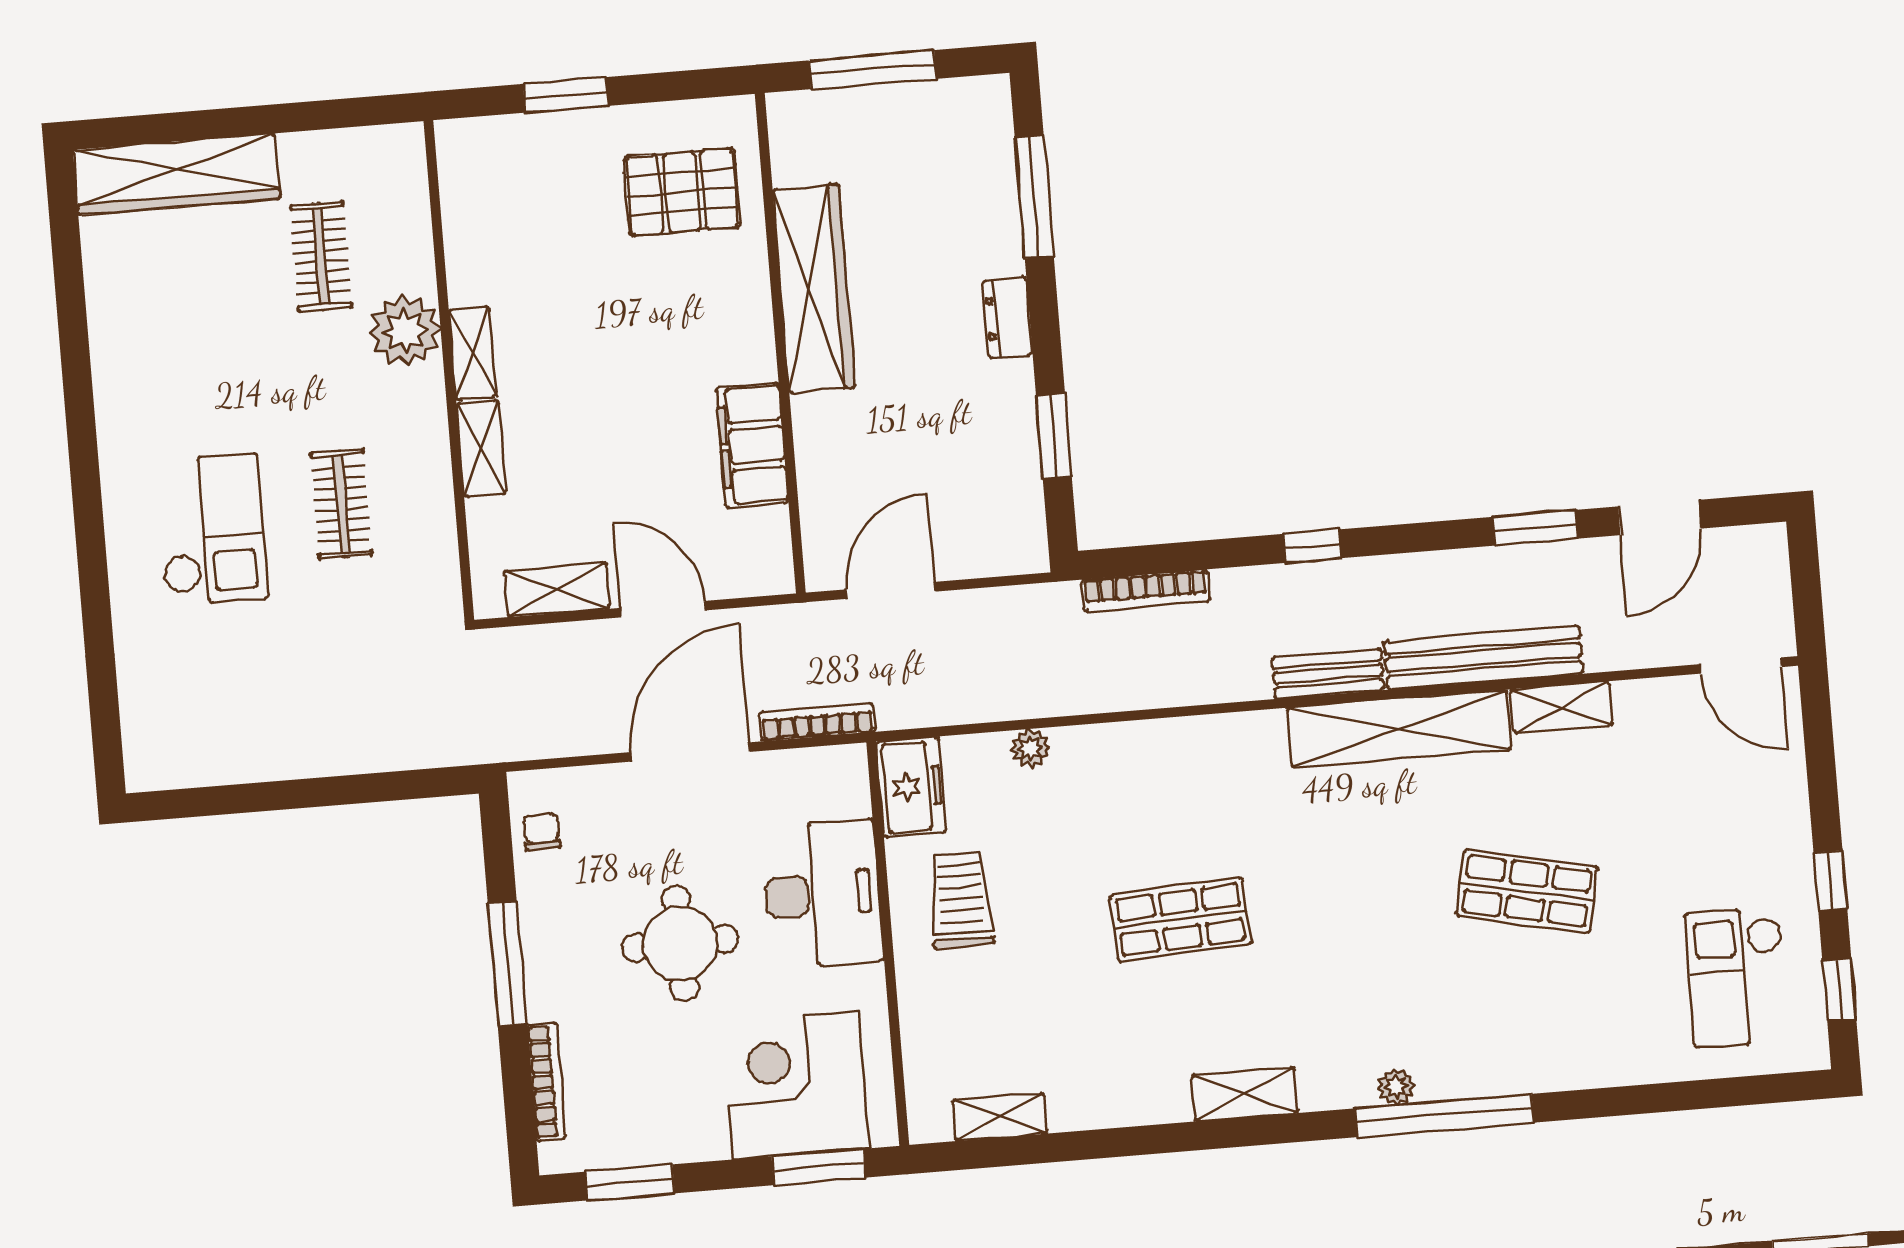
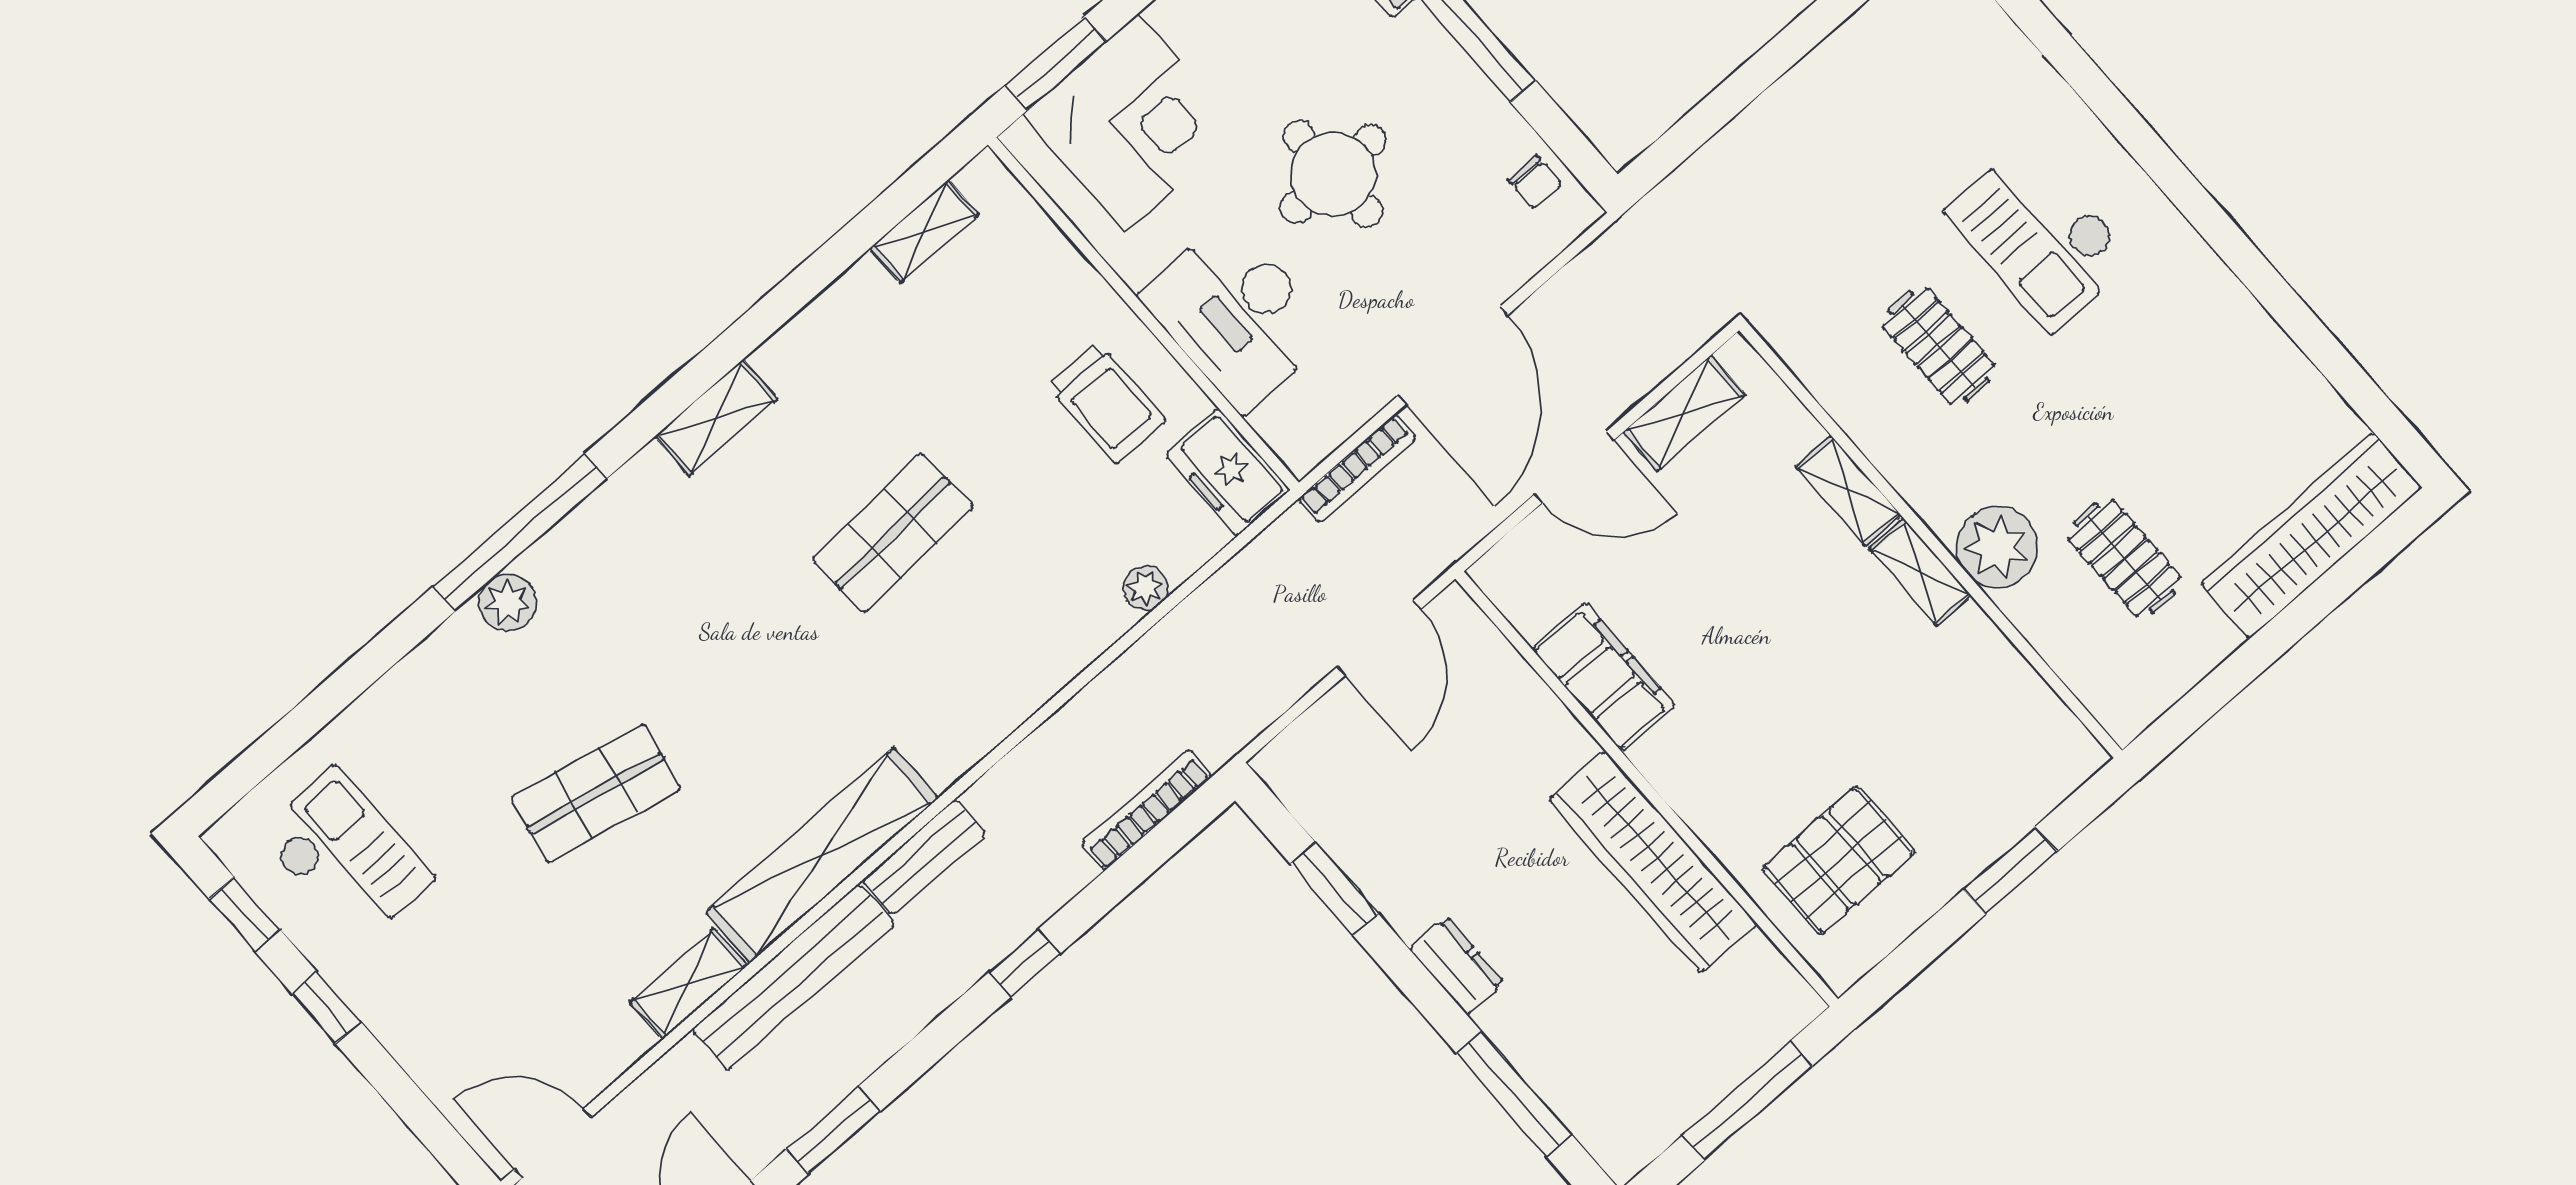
plant: (1396, 1087) -> (508, 603), moved, width x1.38, depth x1.38

